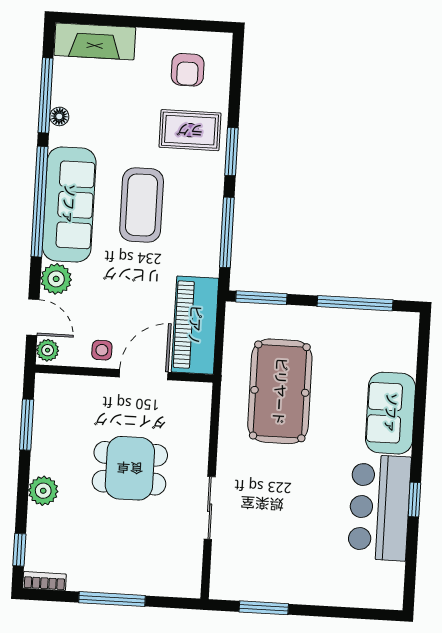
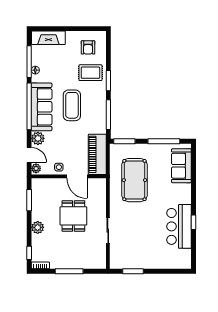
door: (144, 375) -> (77, 176), swing flipped
sofa: (391, 413) -> (181, 166), moved
dining table: (130, 468) -> (73, 216), turned 90

